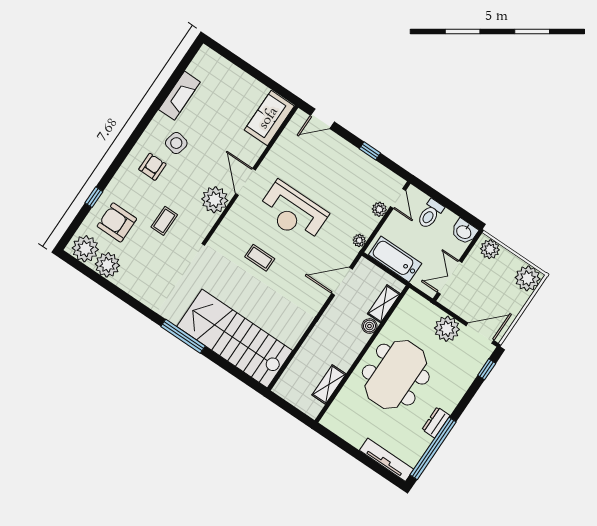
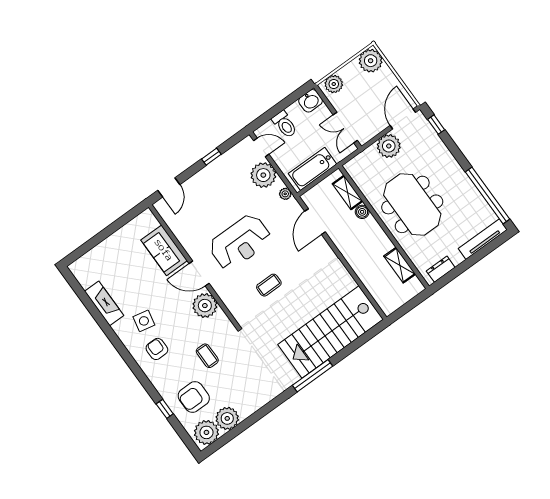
sofa: (269, 118) -> (164, 250), moved
plant: (379, 209) -> (263, 175), width x1.87, depth x1.87
dresser: (436, 422) -> (441, 269), moved, turned 90

